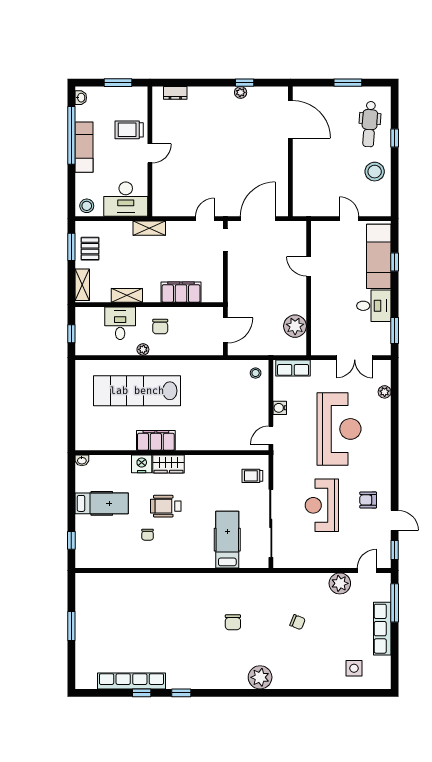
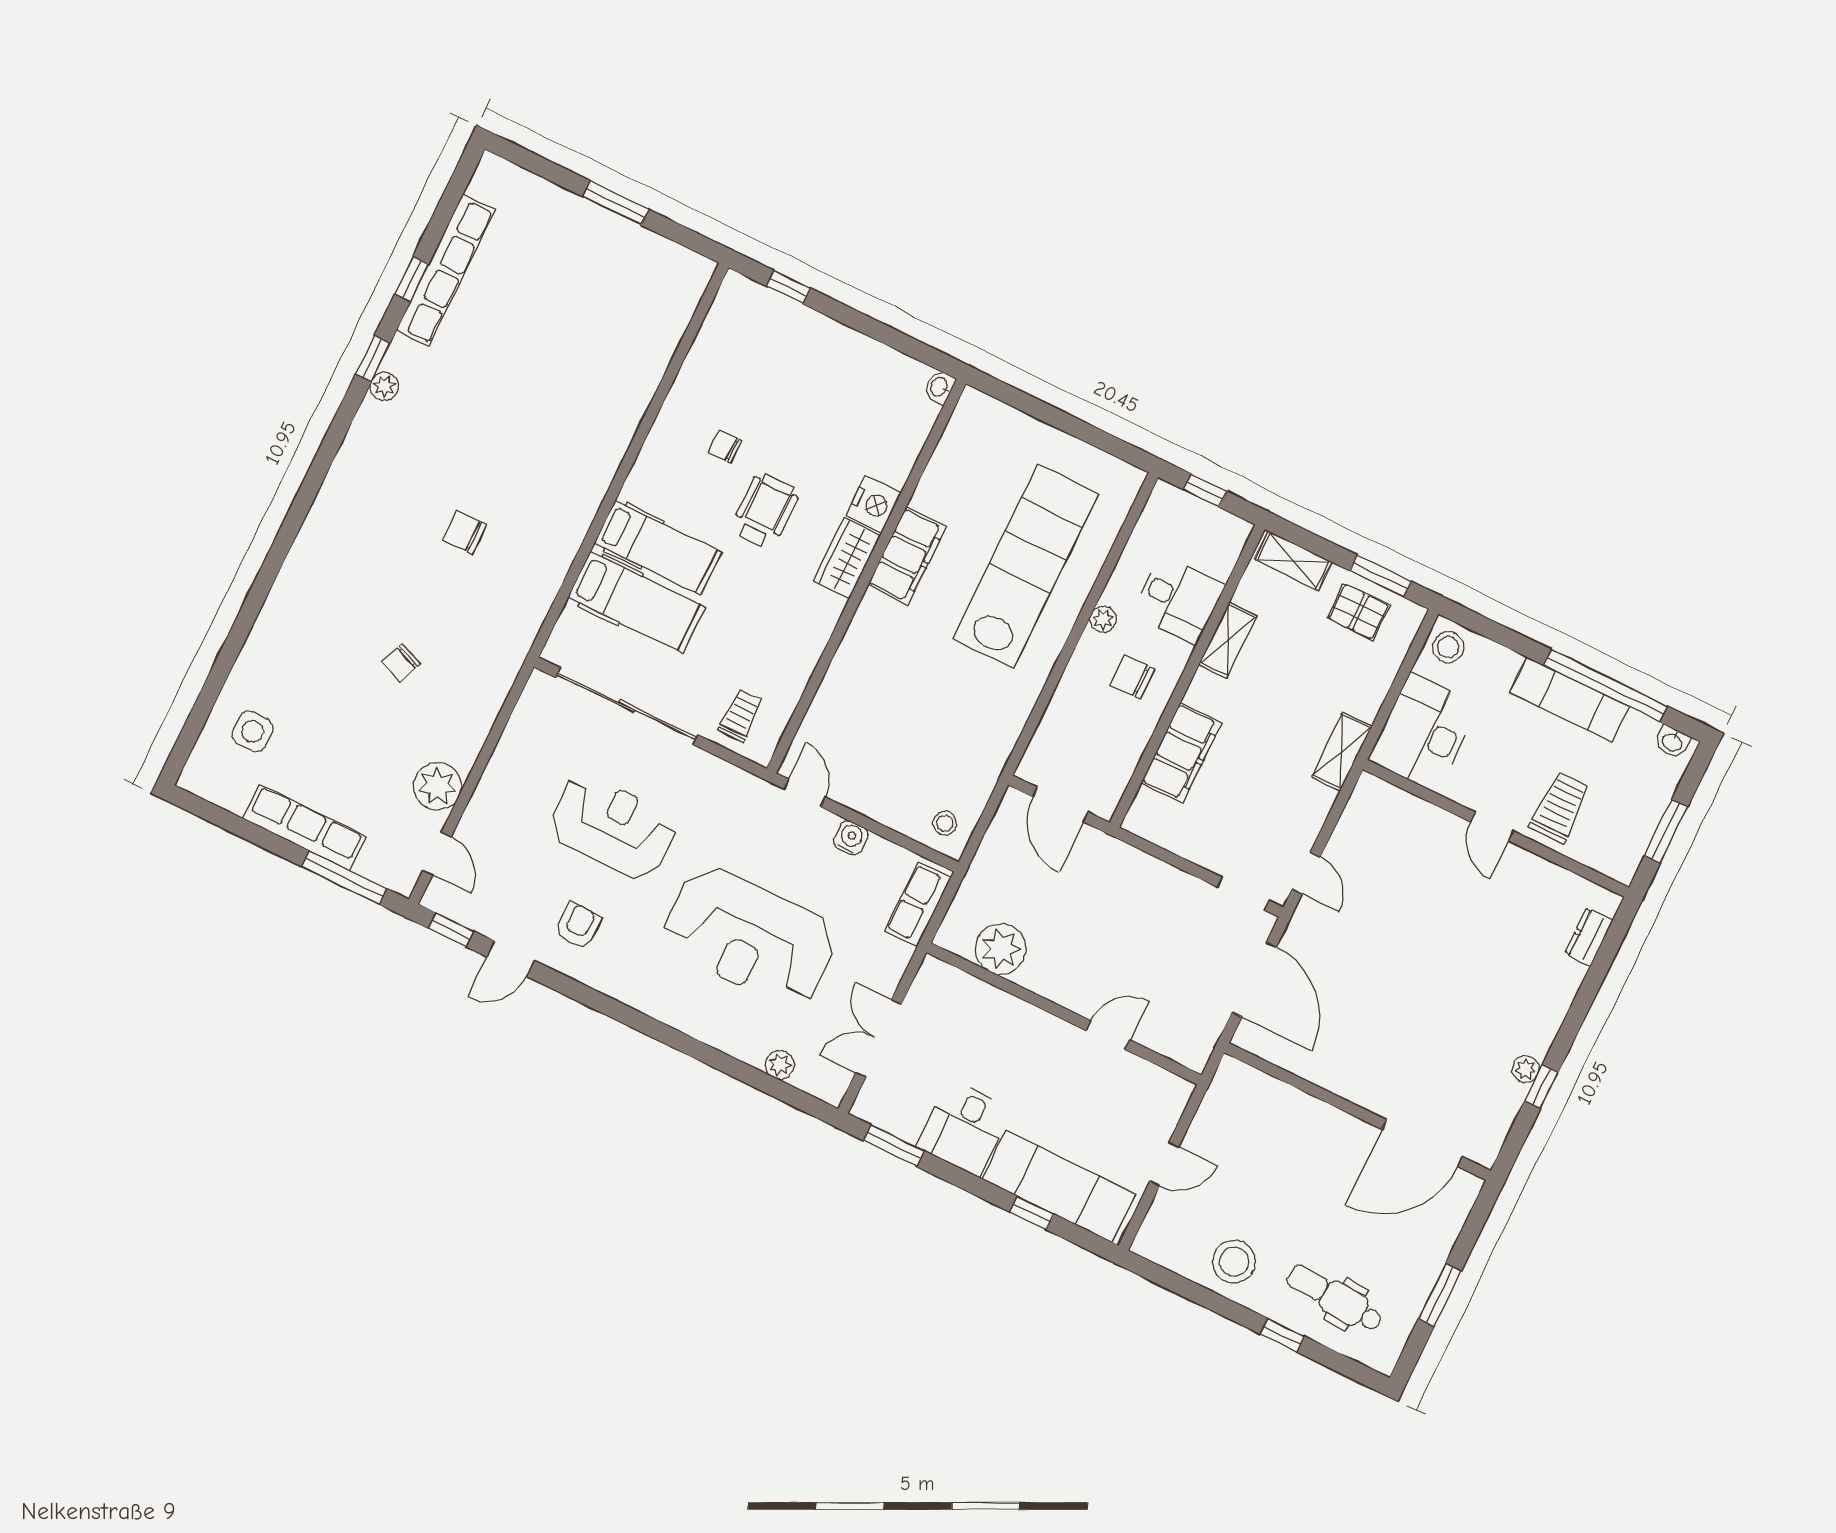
hospital bed: (102, 503) -> (658, 548), moved, turned -90
plant: (260, 677) -> (384, 386), moved, width x0.53, depth x0.53

